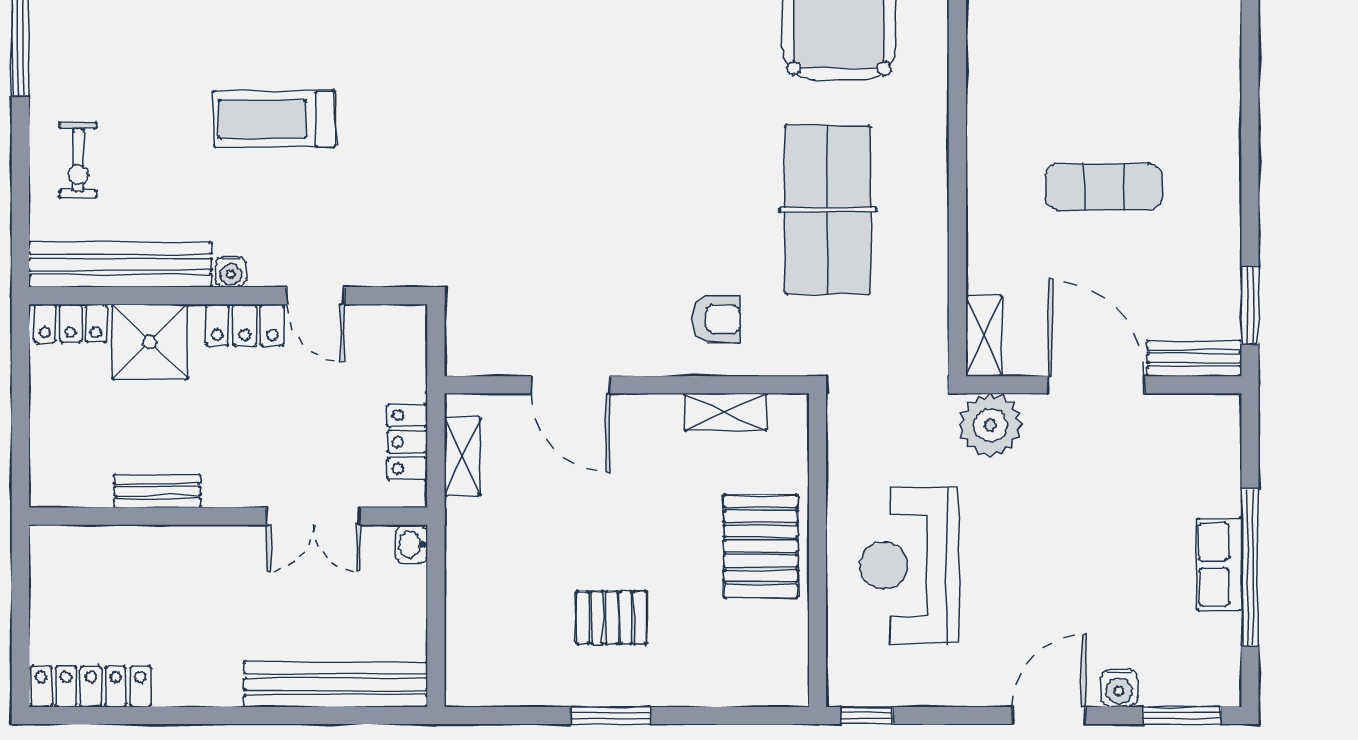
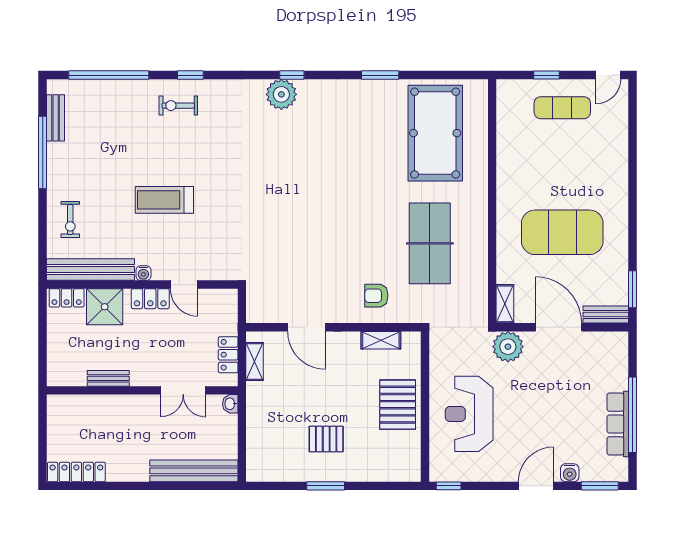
exercise mat: (1104, 187) -> (562, 232), width x2.00, depth x1.45
armchair: (716, 319) -> (376, 296), turned 180
row of seats: (1219, 564) -> (618, 424), width x1.48

